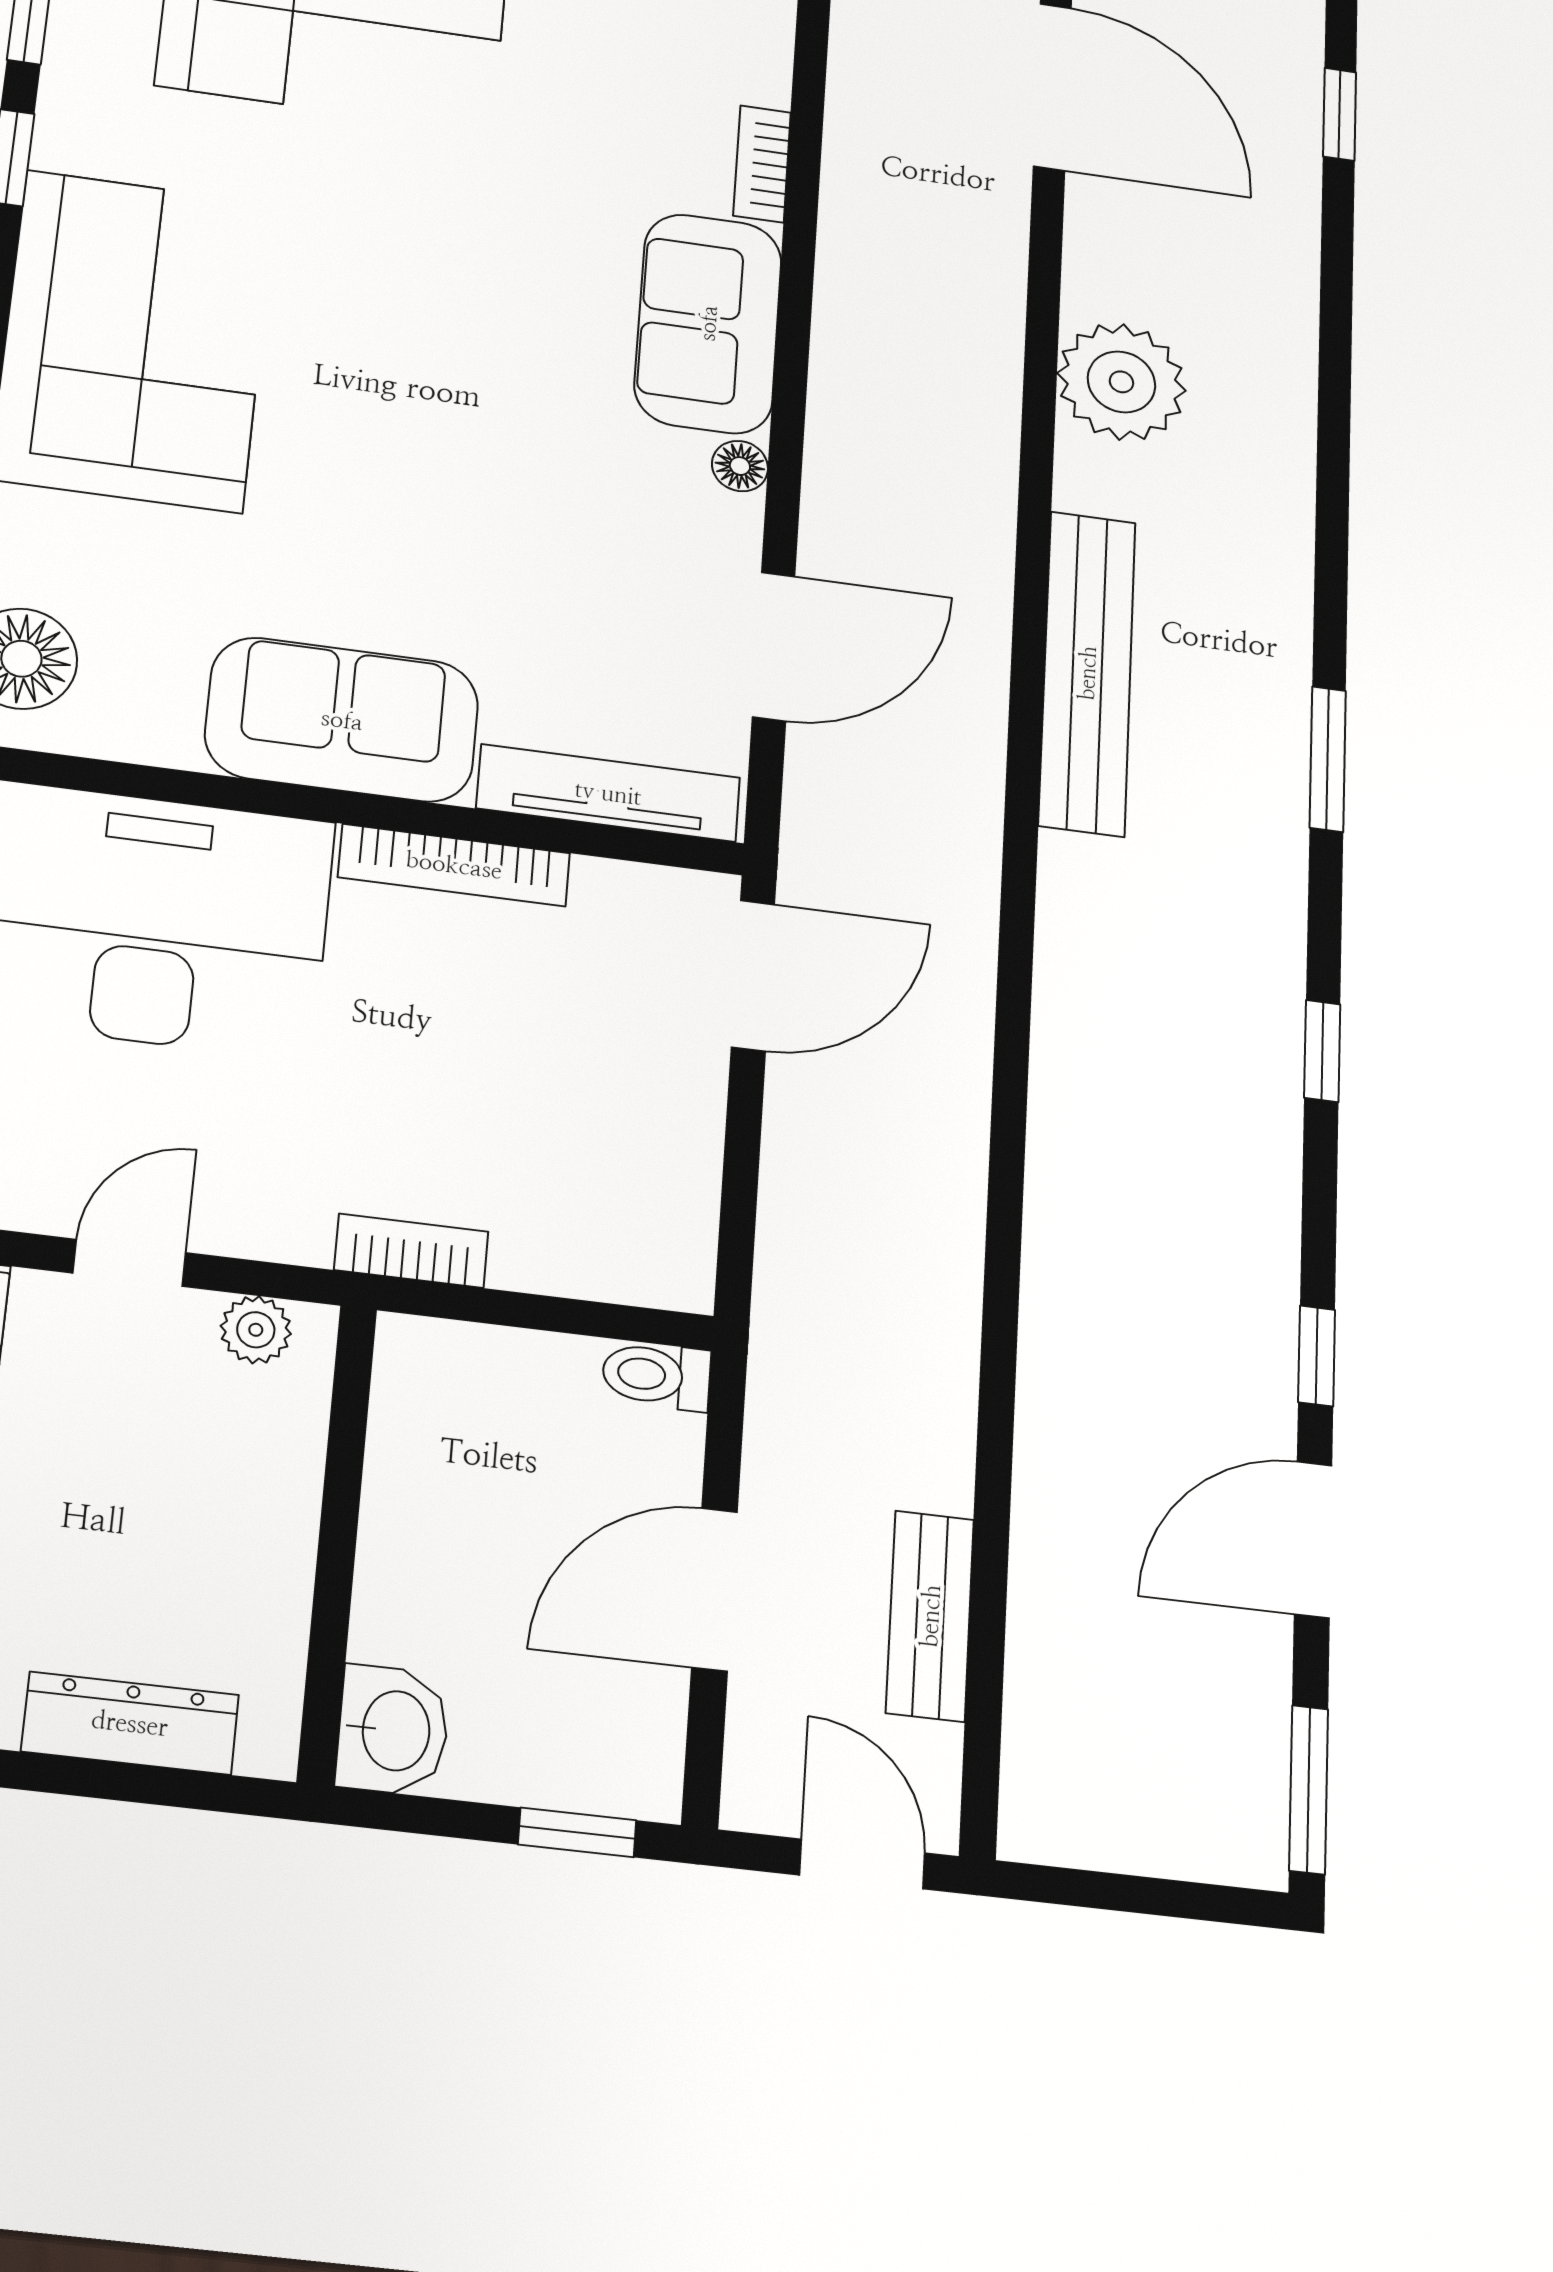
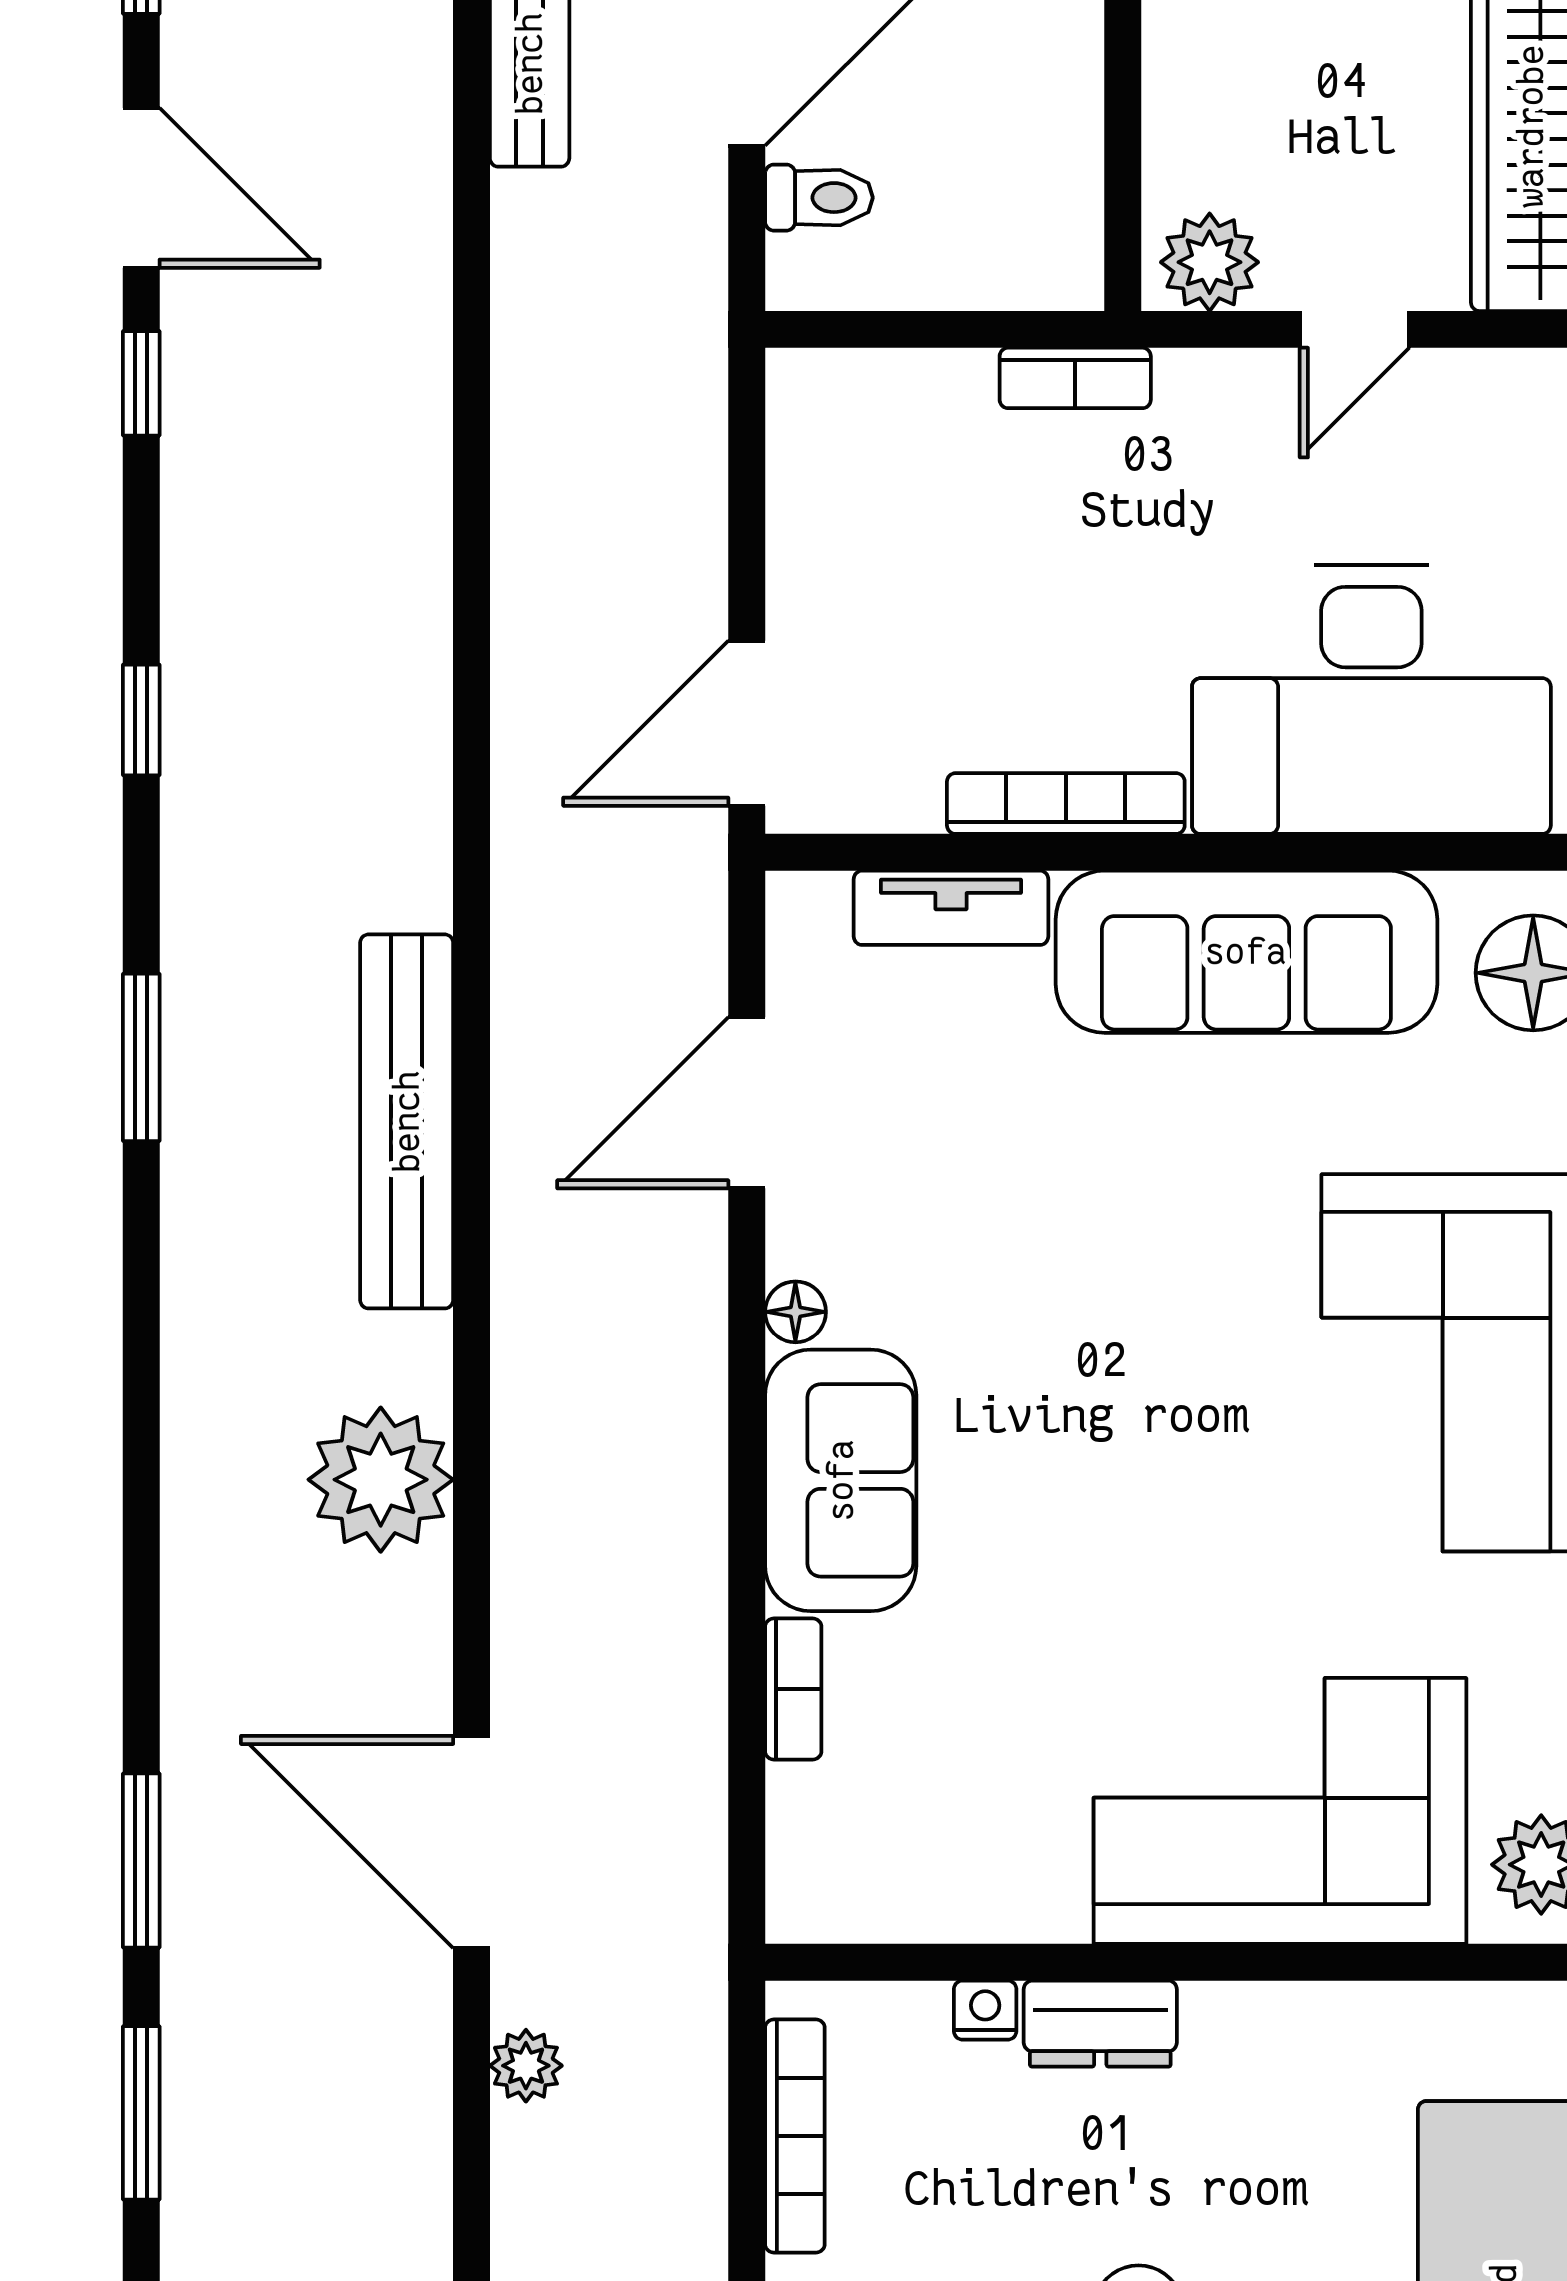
window: (1340, 114) -> (141, 1860), width x1.50
sofa: (342, 720) -> (1246, 952), width x1.36
tv unit: (608, 793) -> (951, 908), width x0.71
plant: (256, 1330) -> (1210, 262), width x1.38, depth x1.38
toilet: (656, 1375) -> (819, 198), moved
door: (1313, 1540) -> (141, 188), hinge flipped

